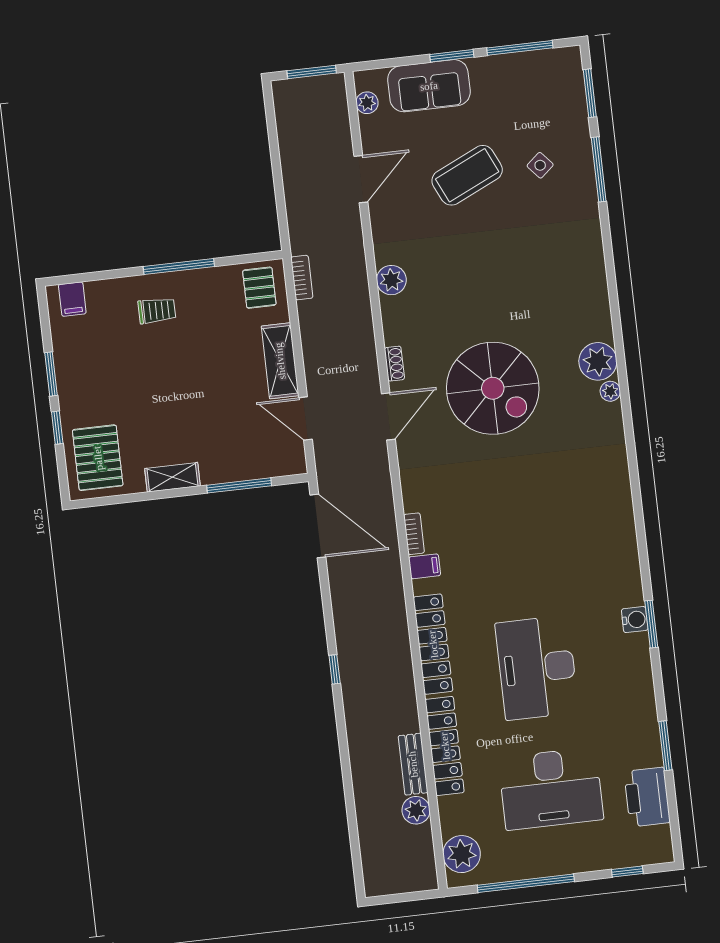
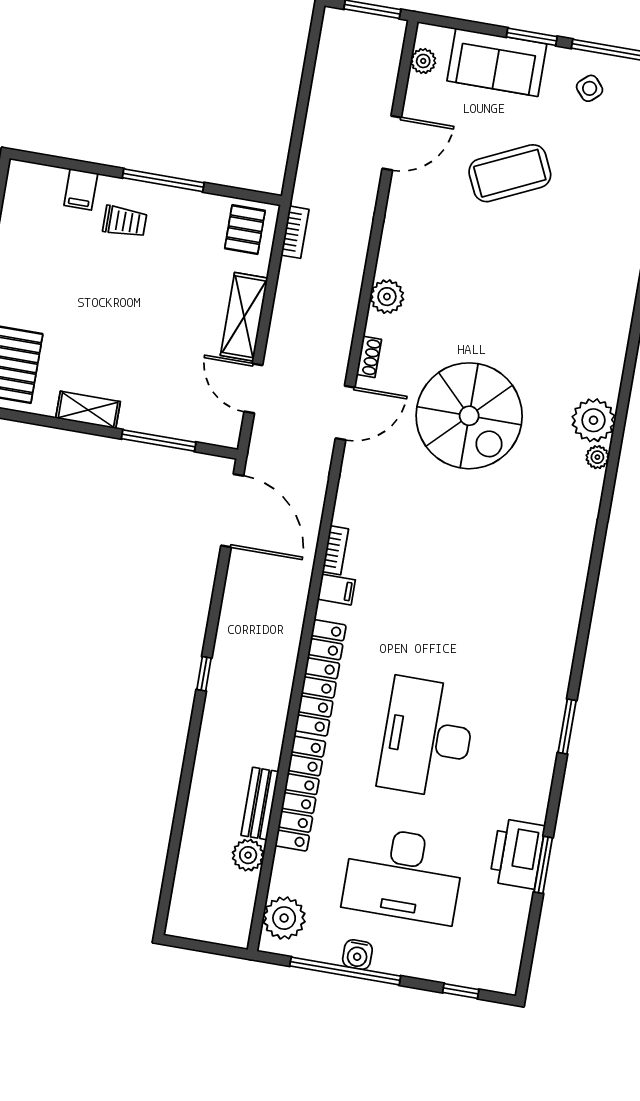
side table: (540, 165) -> (590, 88), moved
plant: (391, 280) -> (387, 297), moved
filing cabinet: (72, 299) -> (81, 189), moved
water cooler: (635, 620) -> (357, 955), moved, turned 90
printer: (647, 797) -> (517, 854), moved

